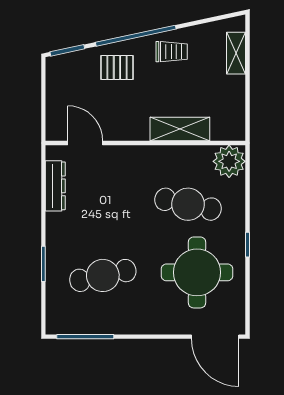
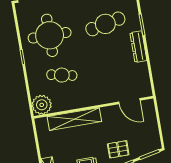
shelving: (180, 129) -> (74, 119), width x1.47
dresser: (55, 186) -> (138, 47), moved
cafe table: (188, 204) -> (62, 75), width x0.73, depth x0.74

